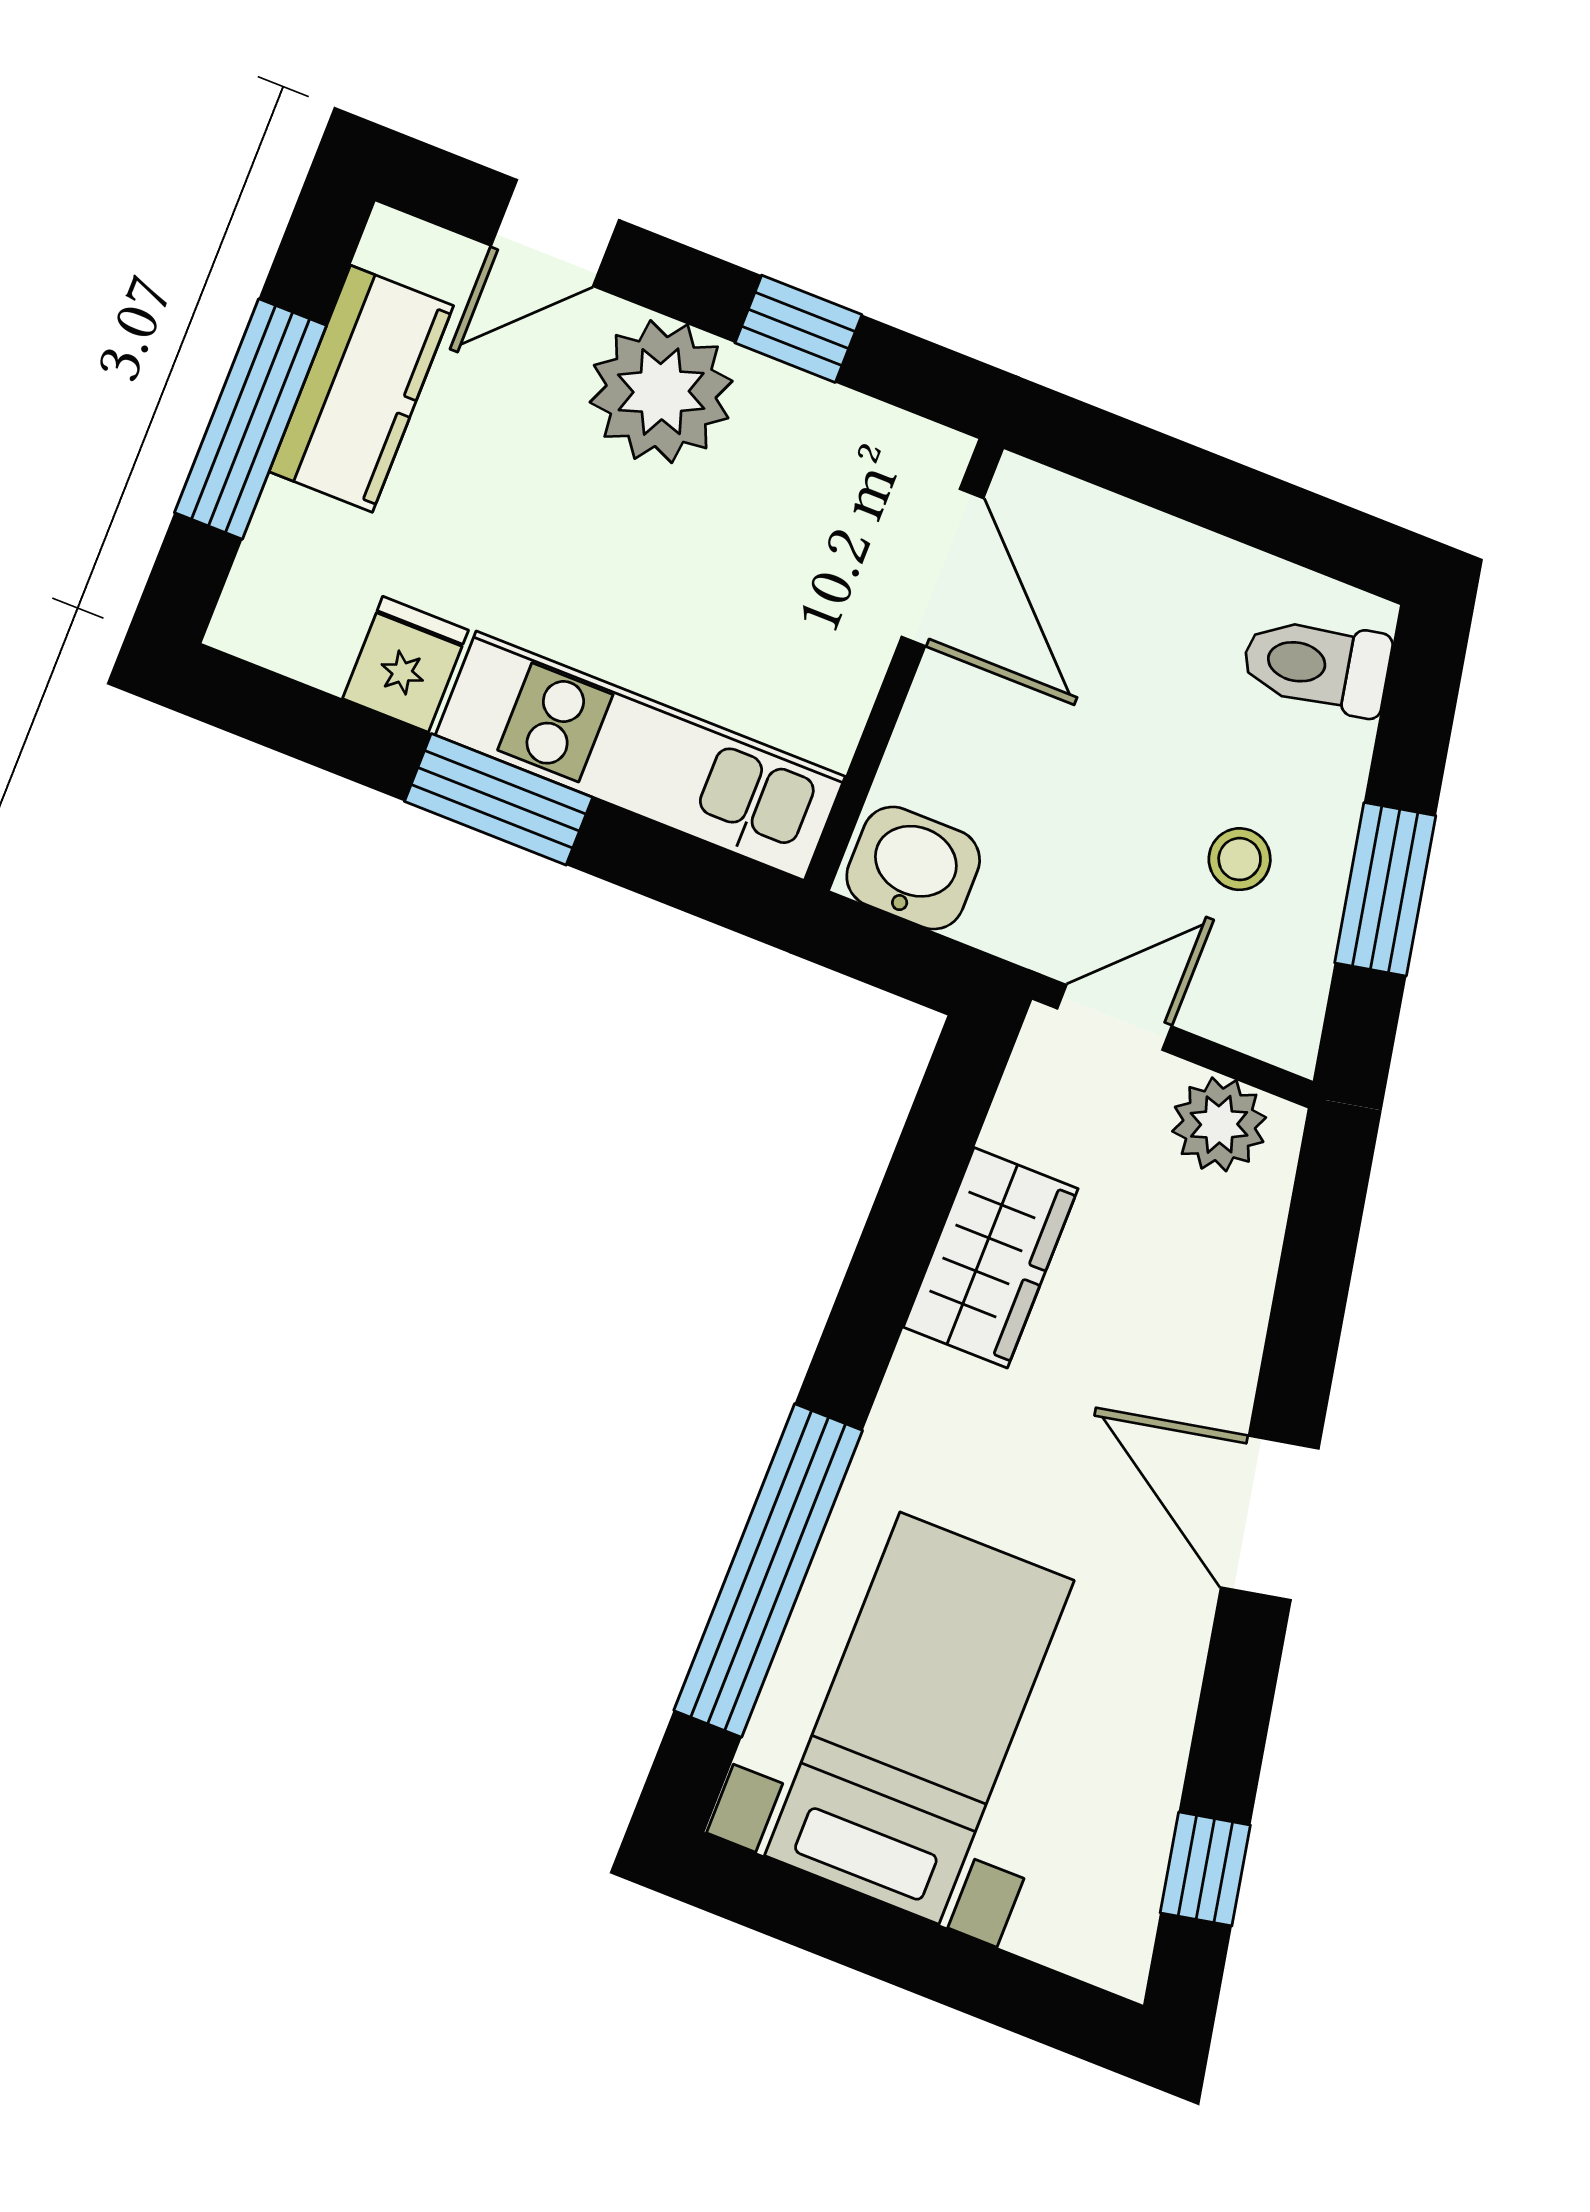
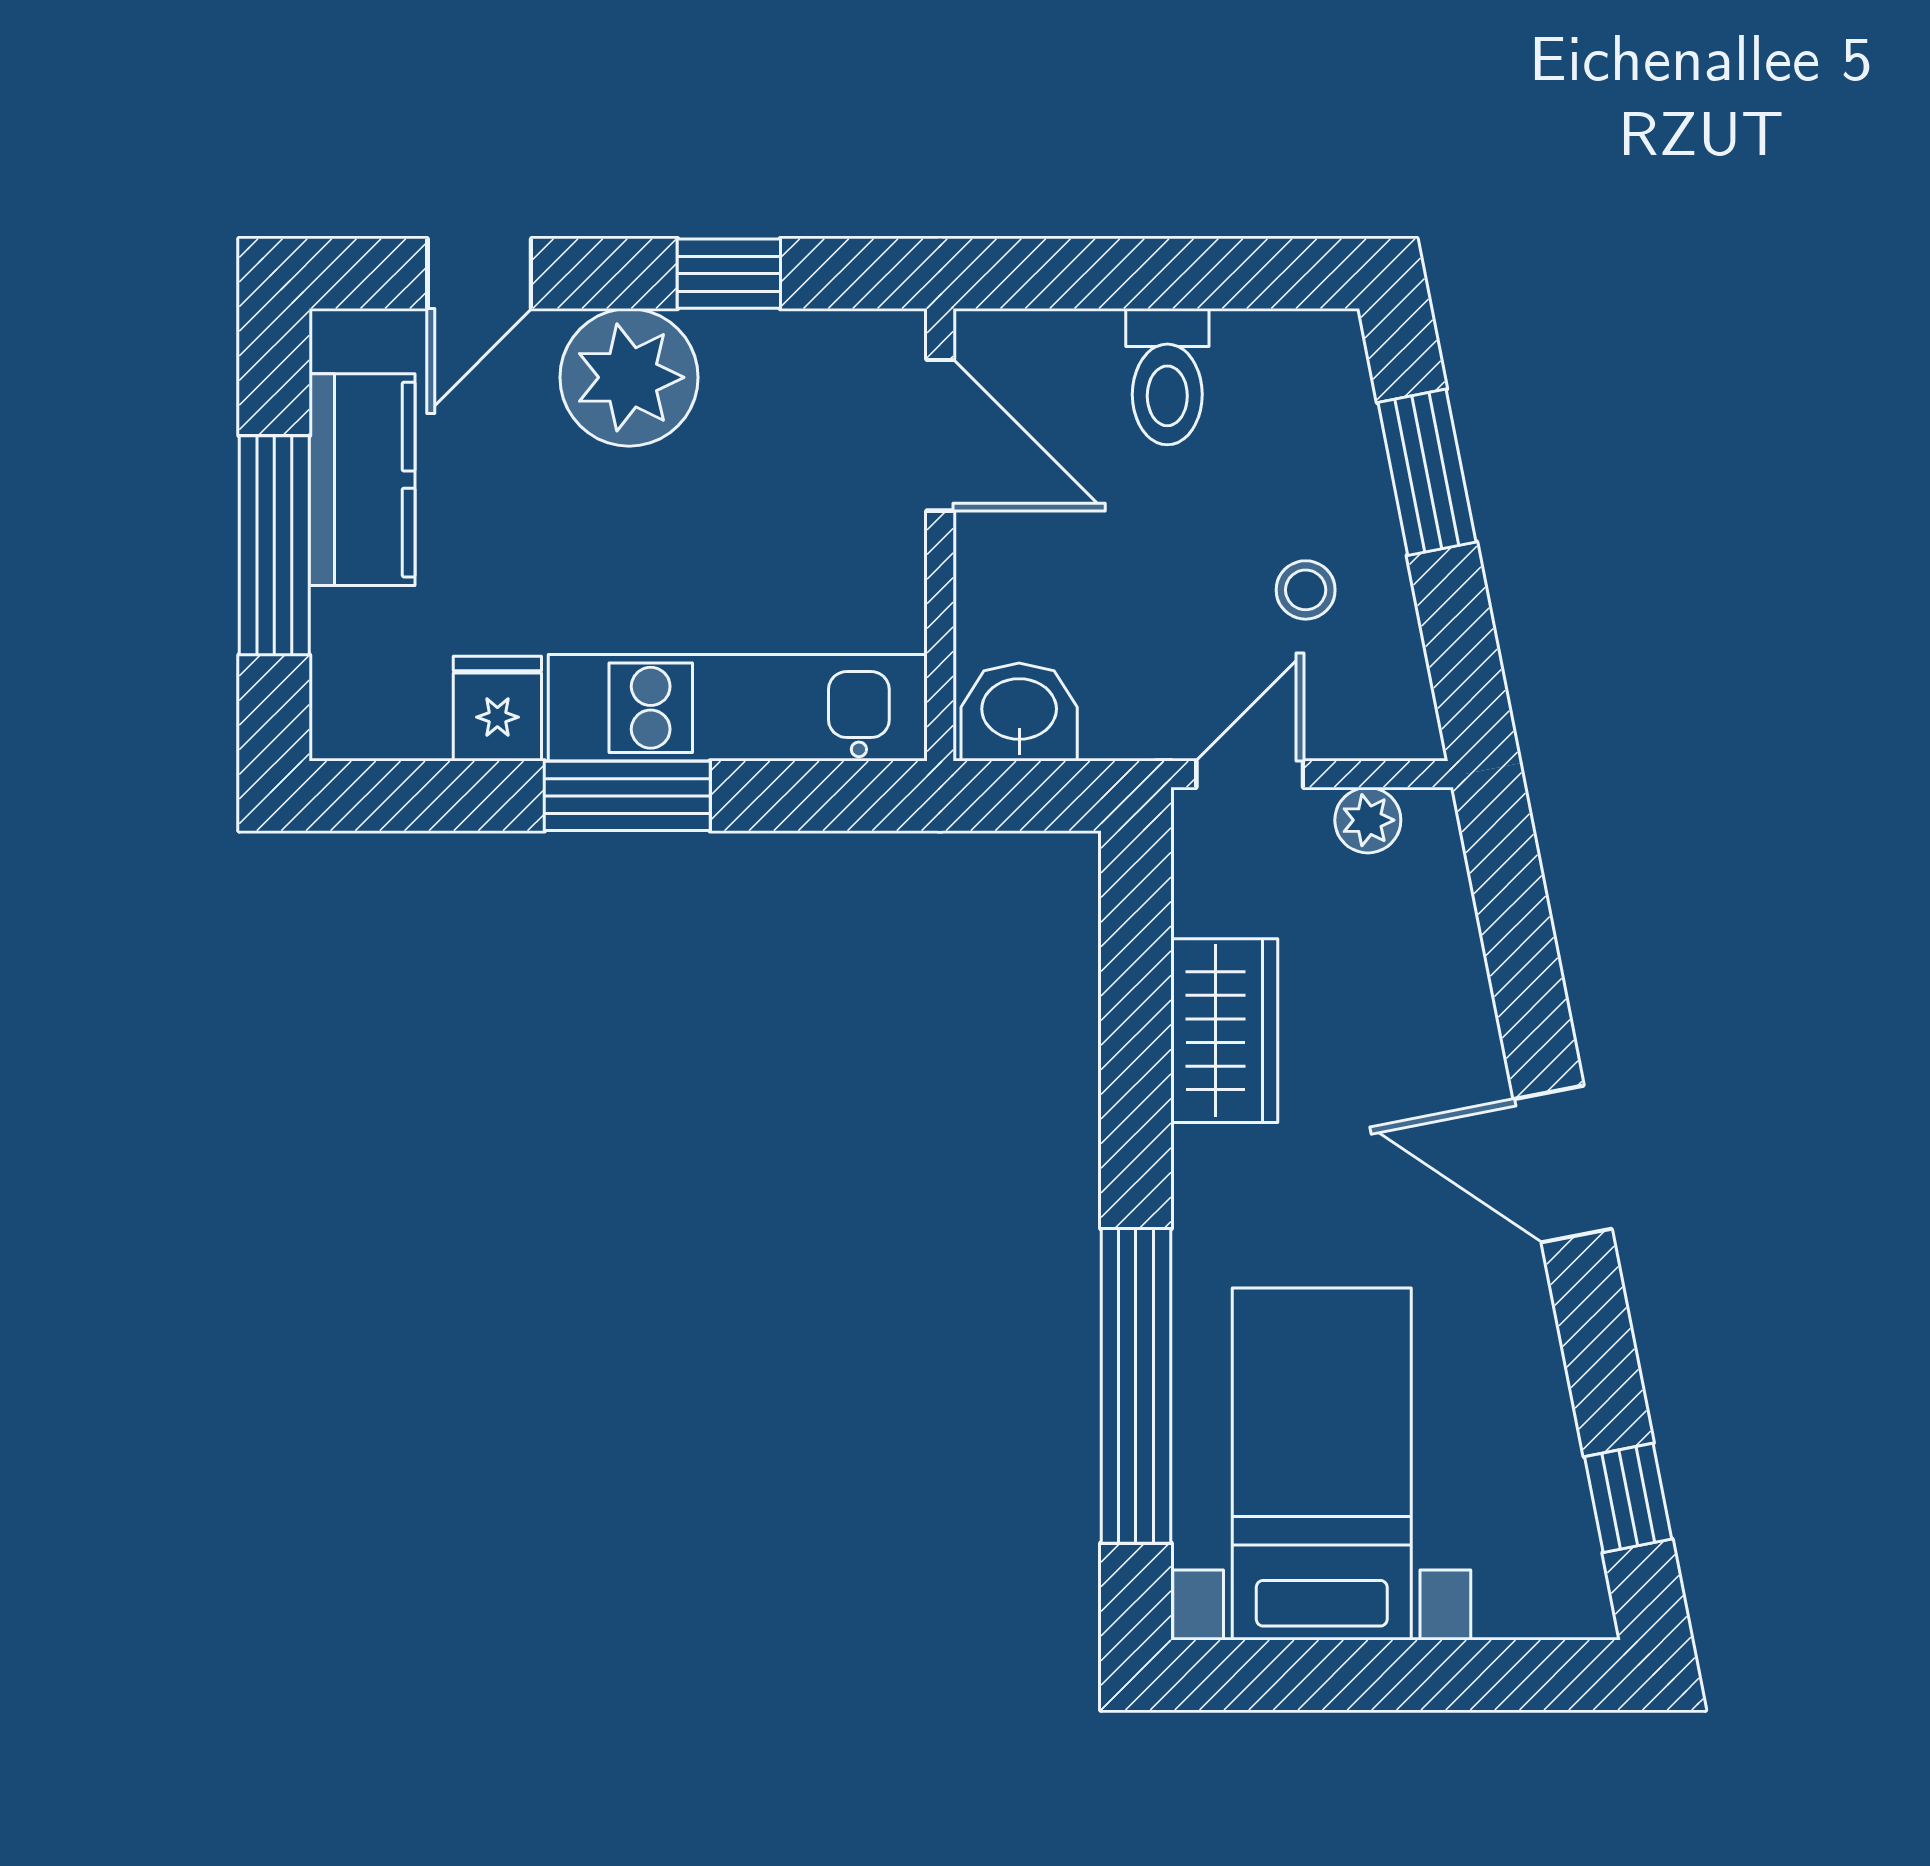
toilet: (1316, 665) -> (1167, 377), moved, turned -79
window: (1385, 889) -> (1427, 472), moved
plant: (1219, 1124) -> (1368, 820), width x0.73, depth x0.73

